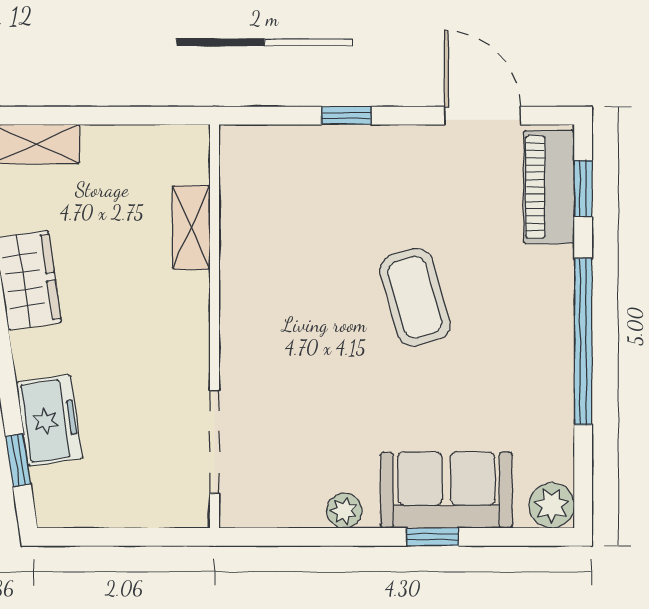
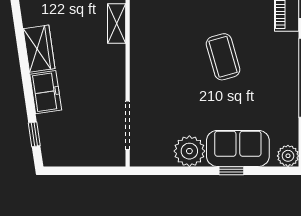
freezer: (49, 421) -> (46, 92), moved
plant: (344, 511) -> (189, 151), width x1.88, depth x1.88

